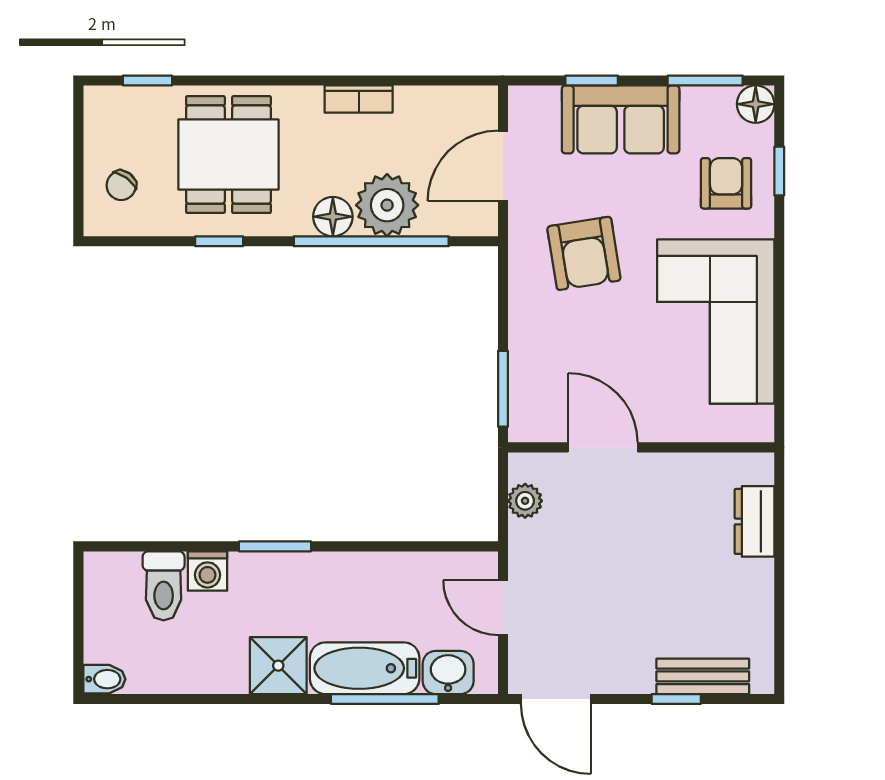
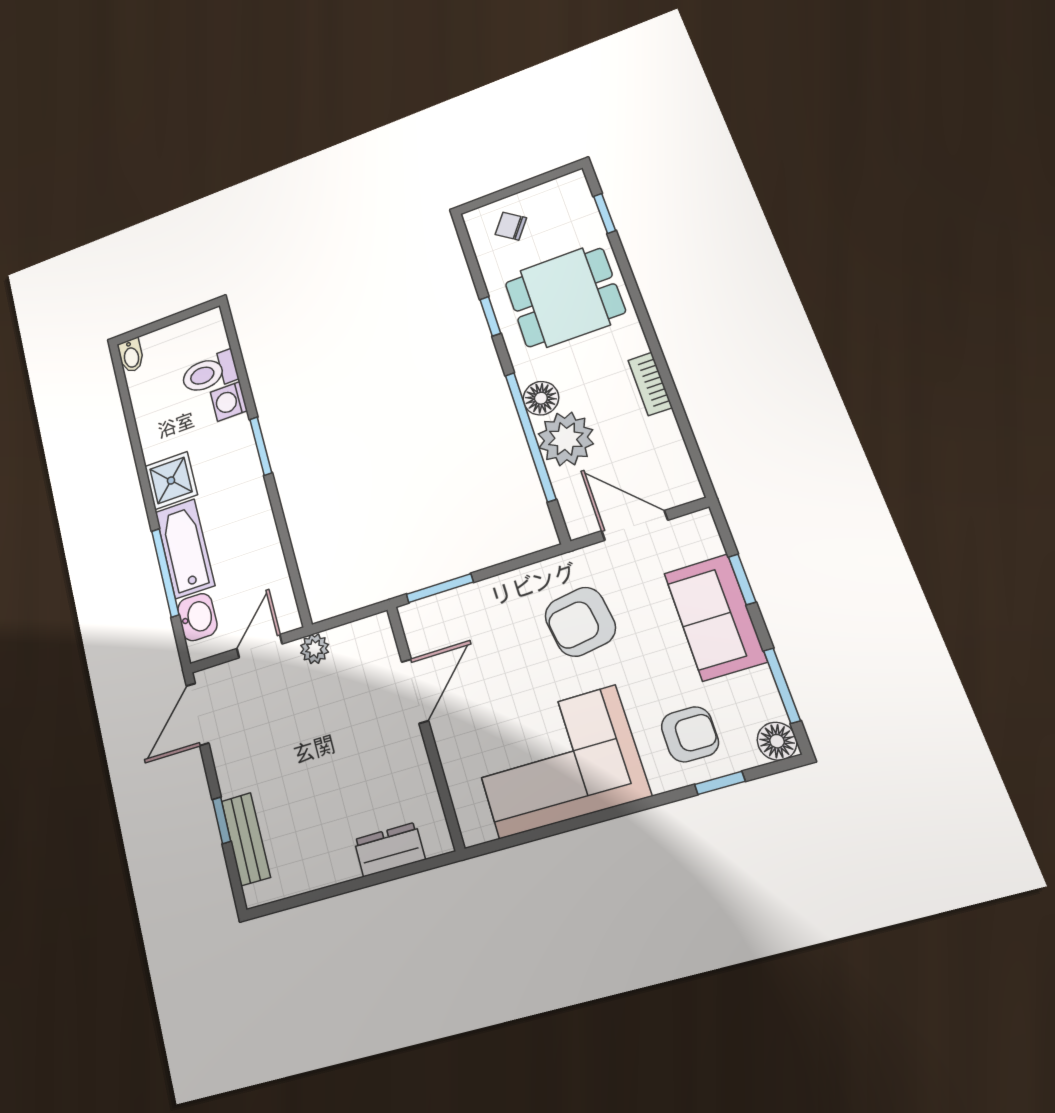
plant: (525, 501) -> (315, 649), moved

